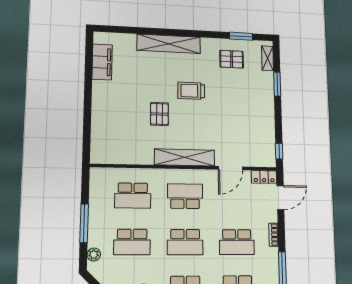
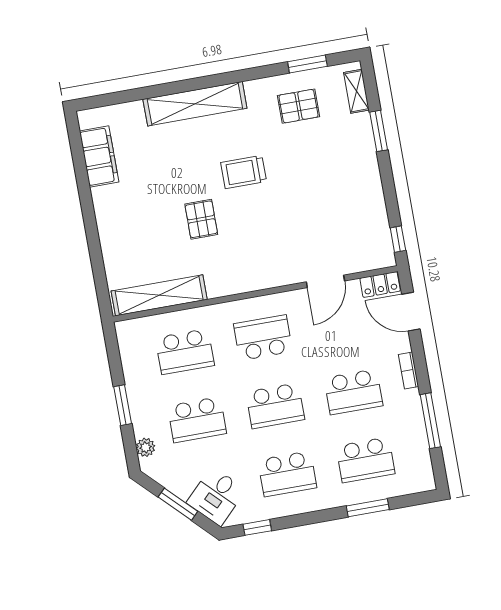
shelving: (185, 157) -> (159, 295), moved
door: (280, 198) -> (411, 312), swing flipped
window: (84, 223) -> (123, 405), width x0.69

